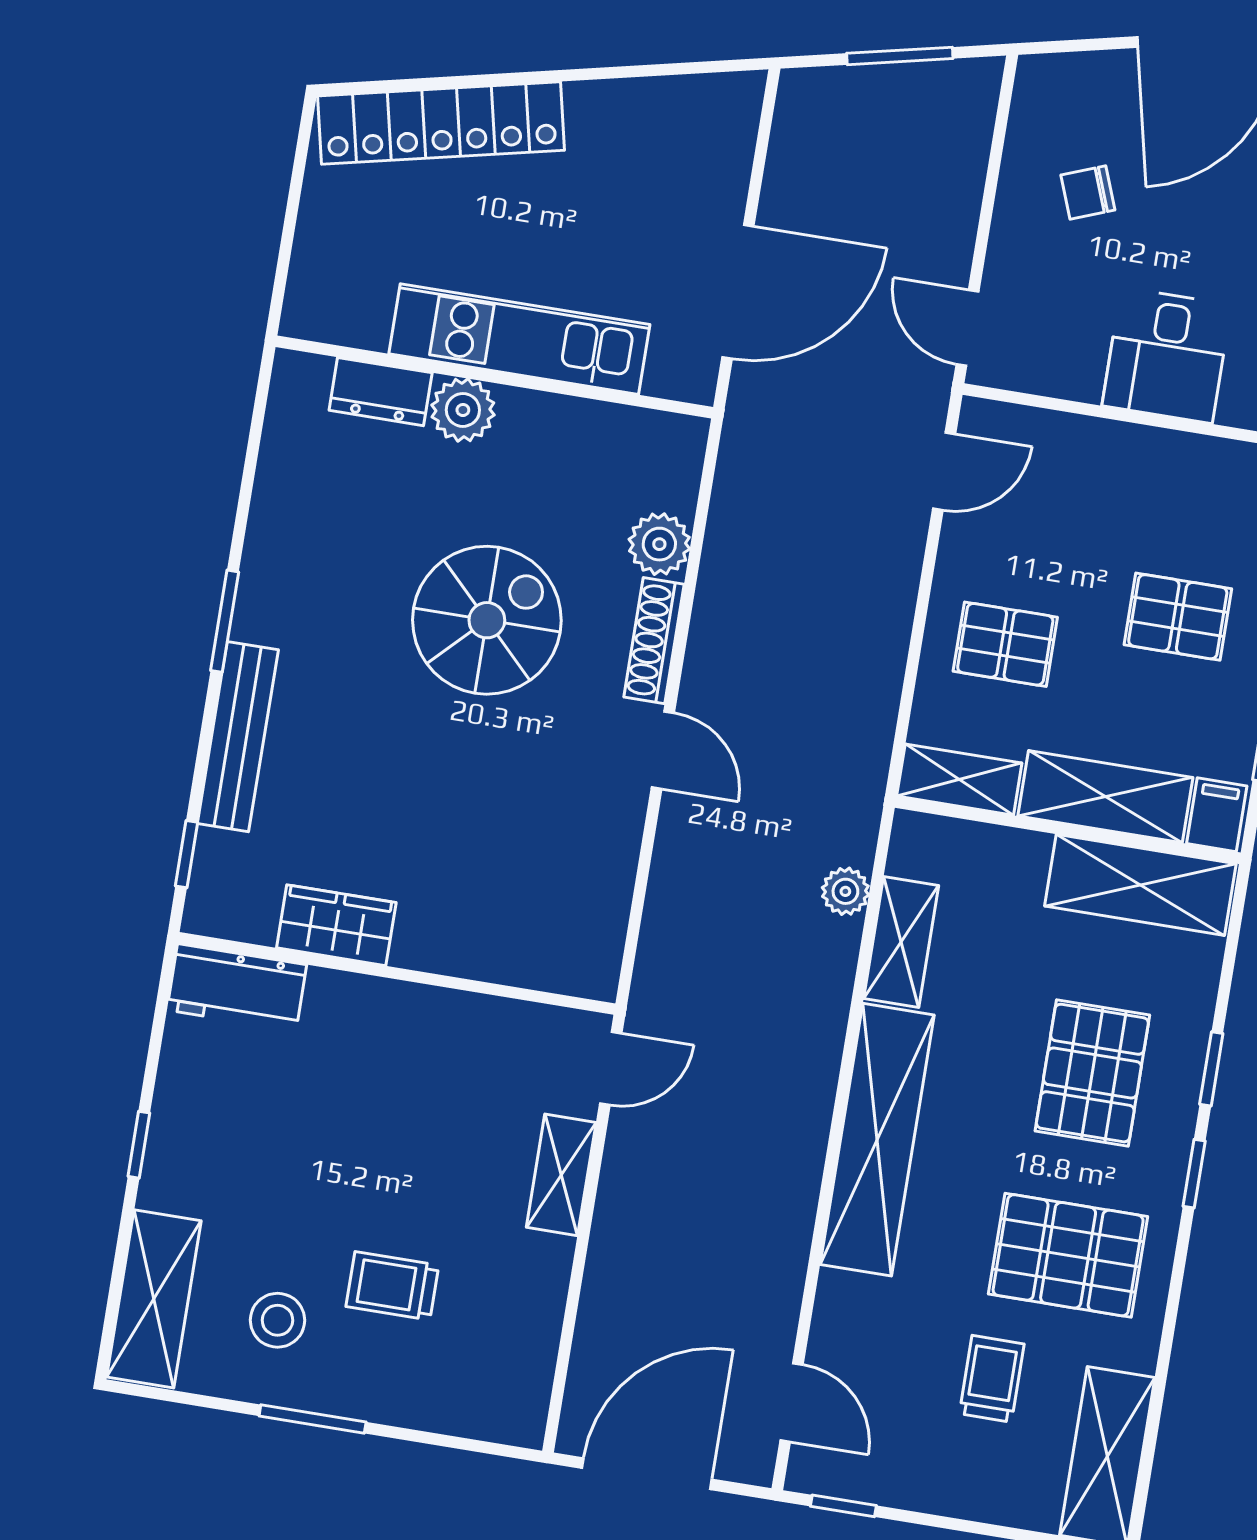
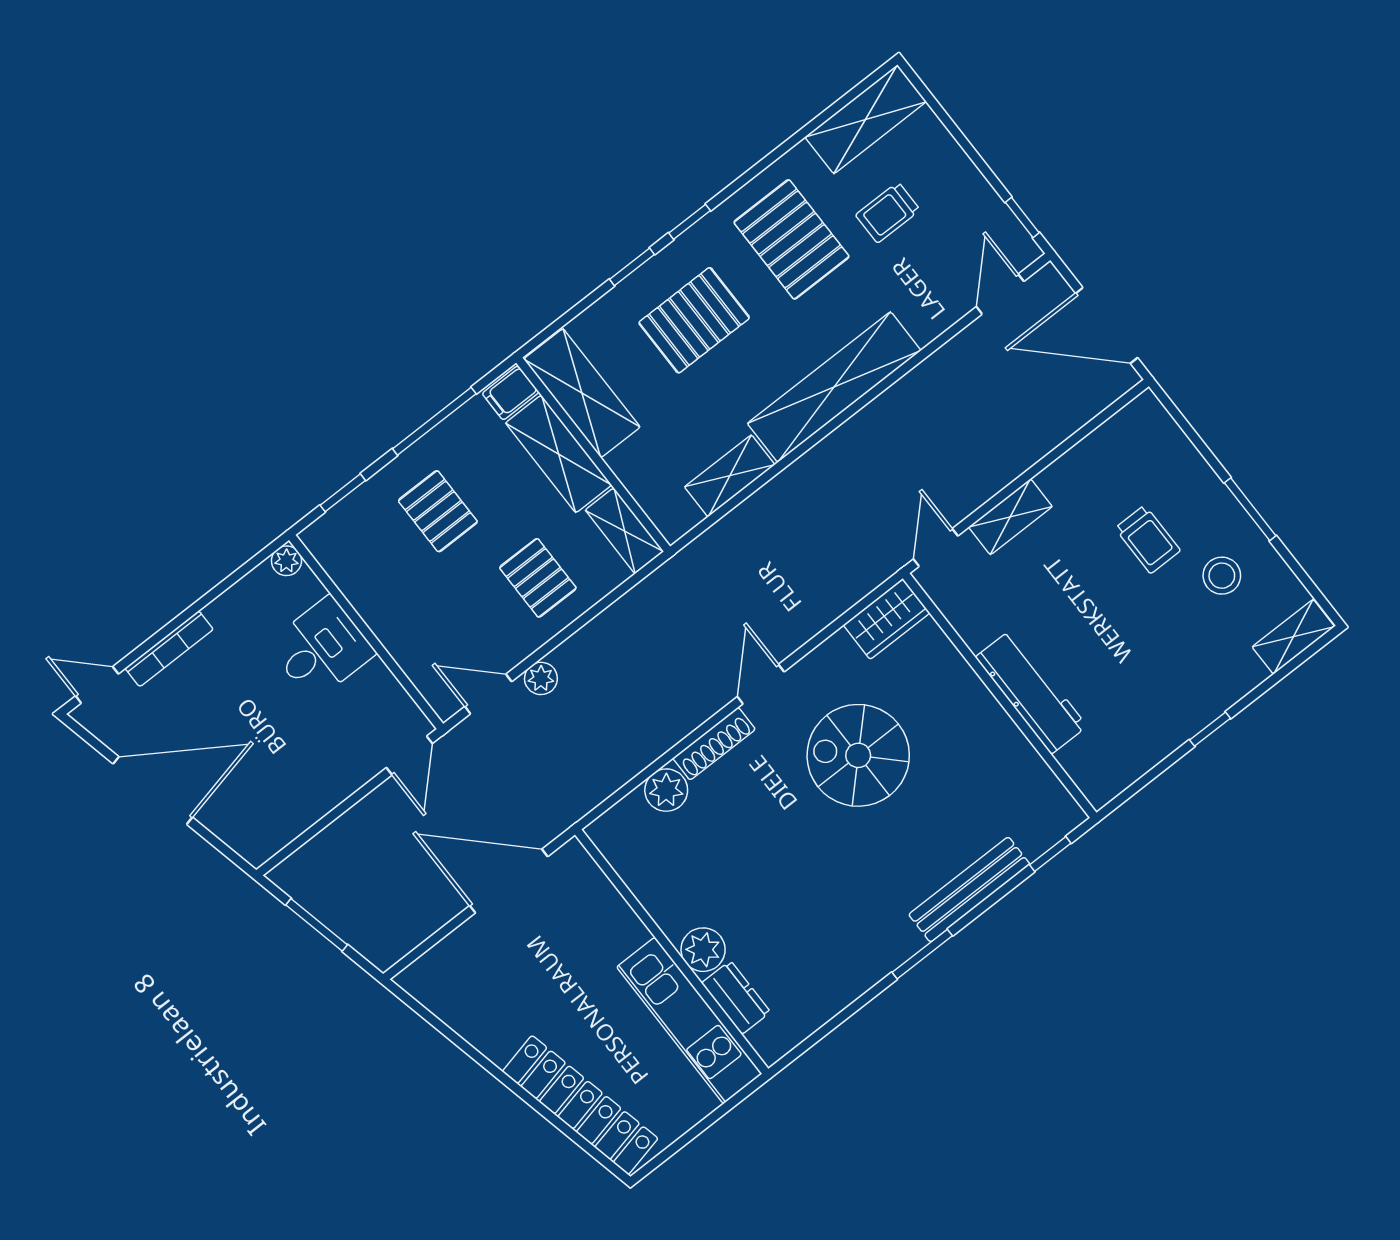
chair: (1088, 193) -> (285, 768), removed
kitchen unit: (519, 339) -> (689, 1020), moved
spiral stairs: (487, 620) -> (858, 755), moved
plant: (845, 891) -> (541, 678), moved
wardrobe: (336, 925) -> (886, 619), moved, turned -90
workbench: (237, 987) -> (1031, 692), moved, width x1.37
door: (611, 1068) -> (936, 547), hinge flipped
shelving: (154, 1299) -> (1293, 637), width x0.67, depth x0.75

